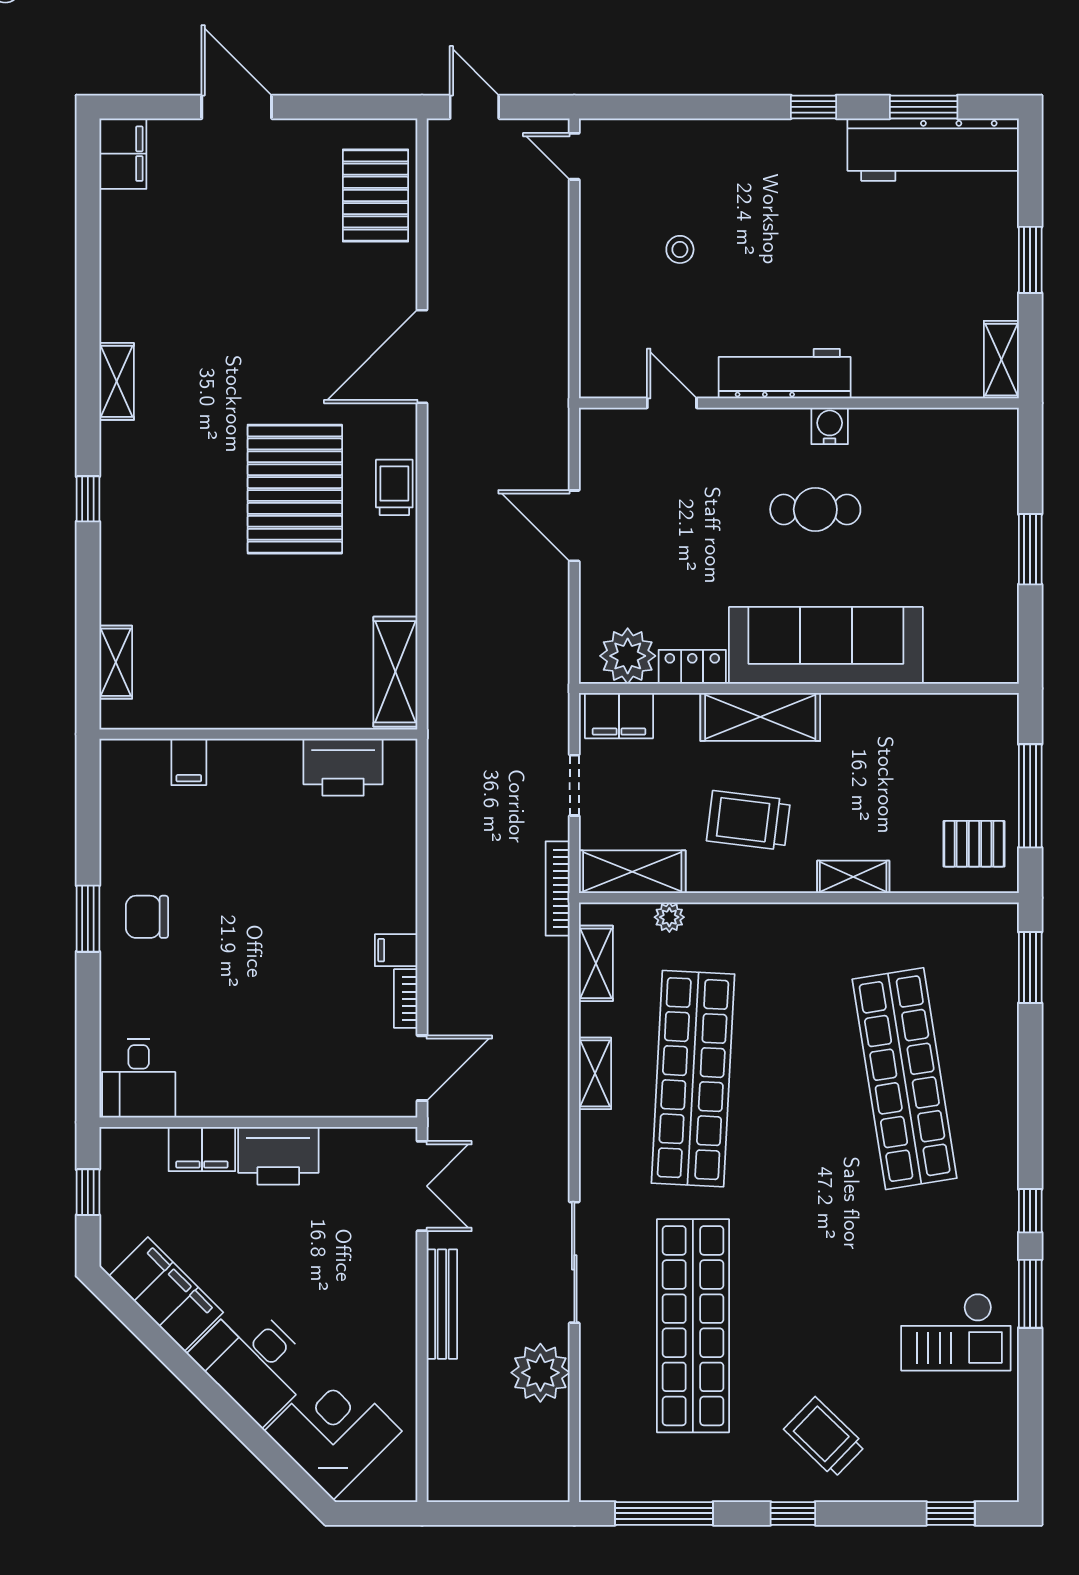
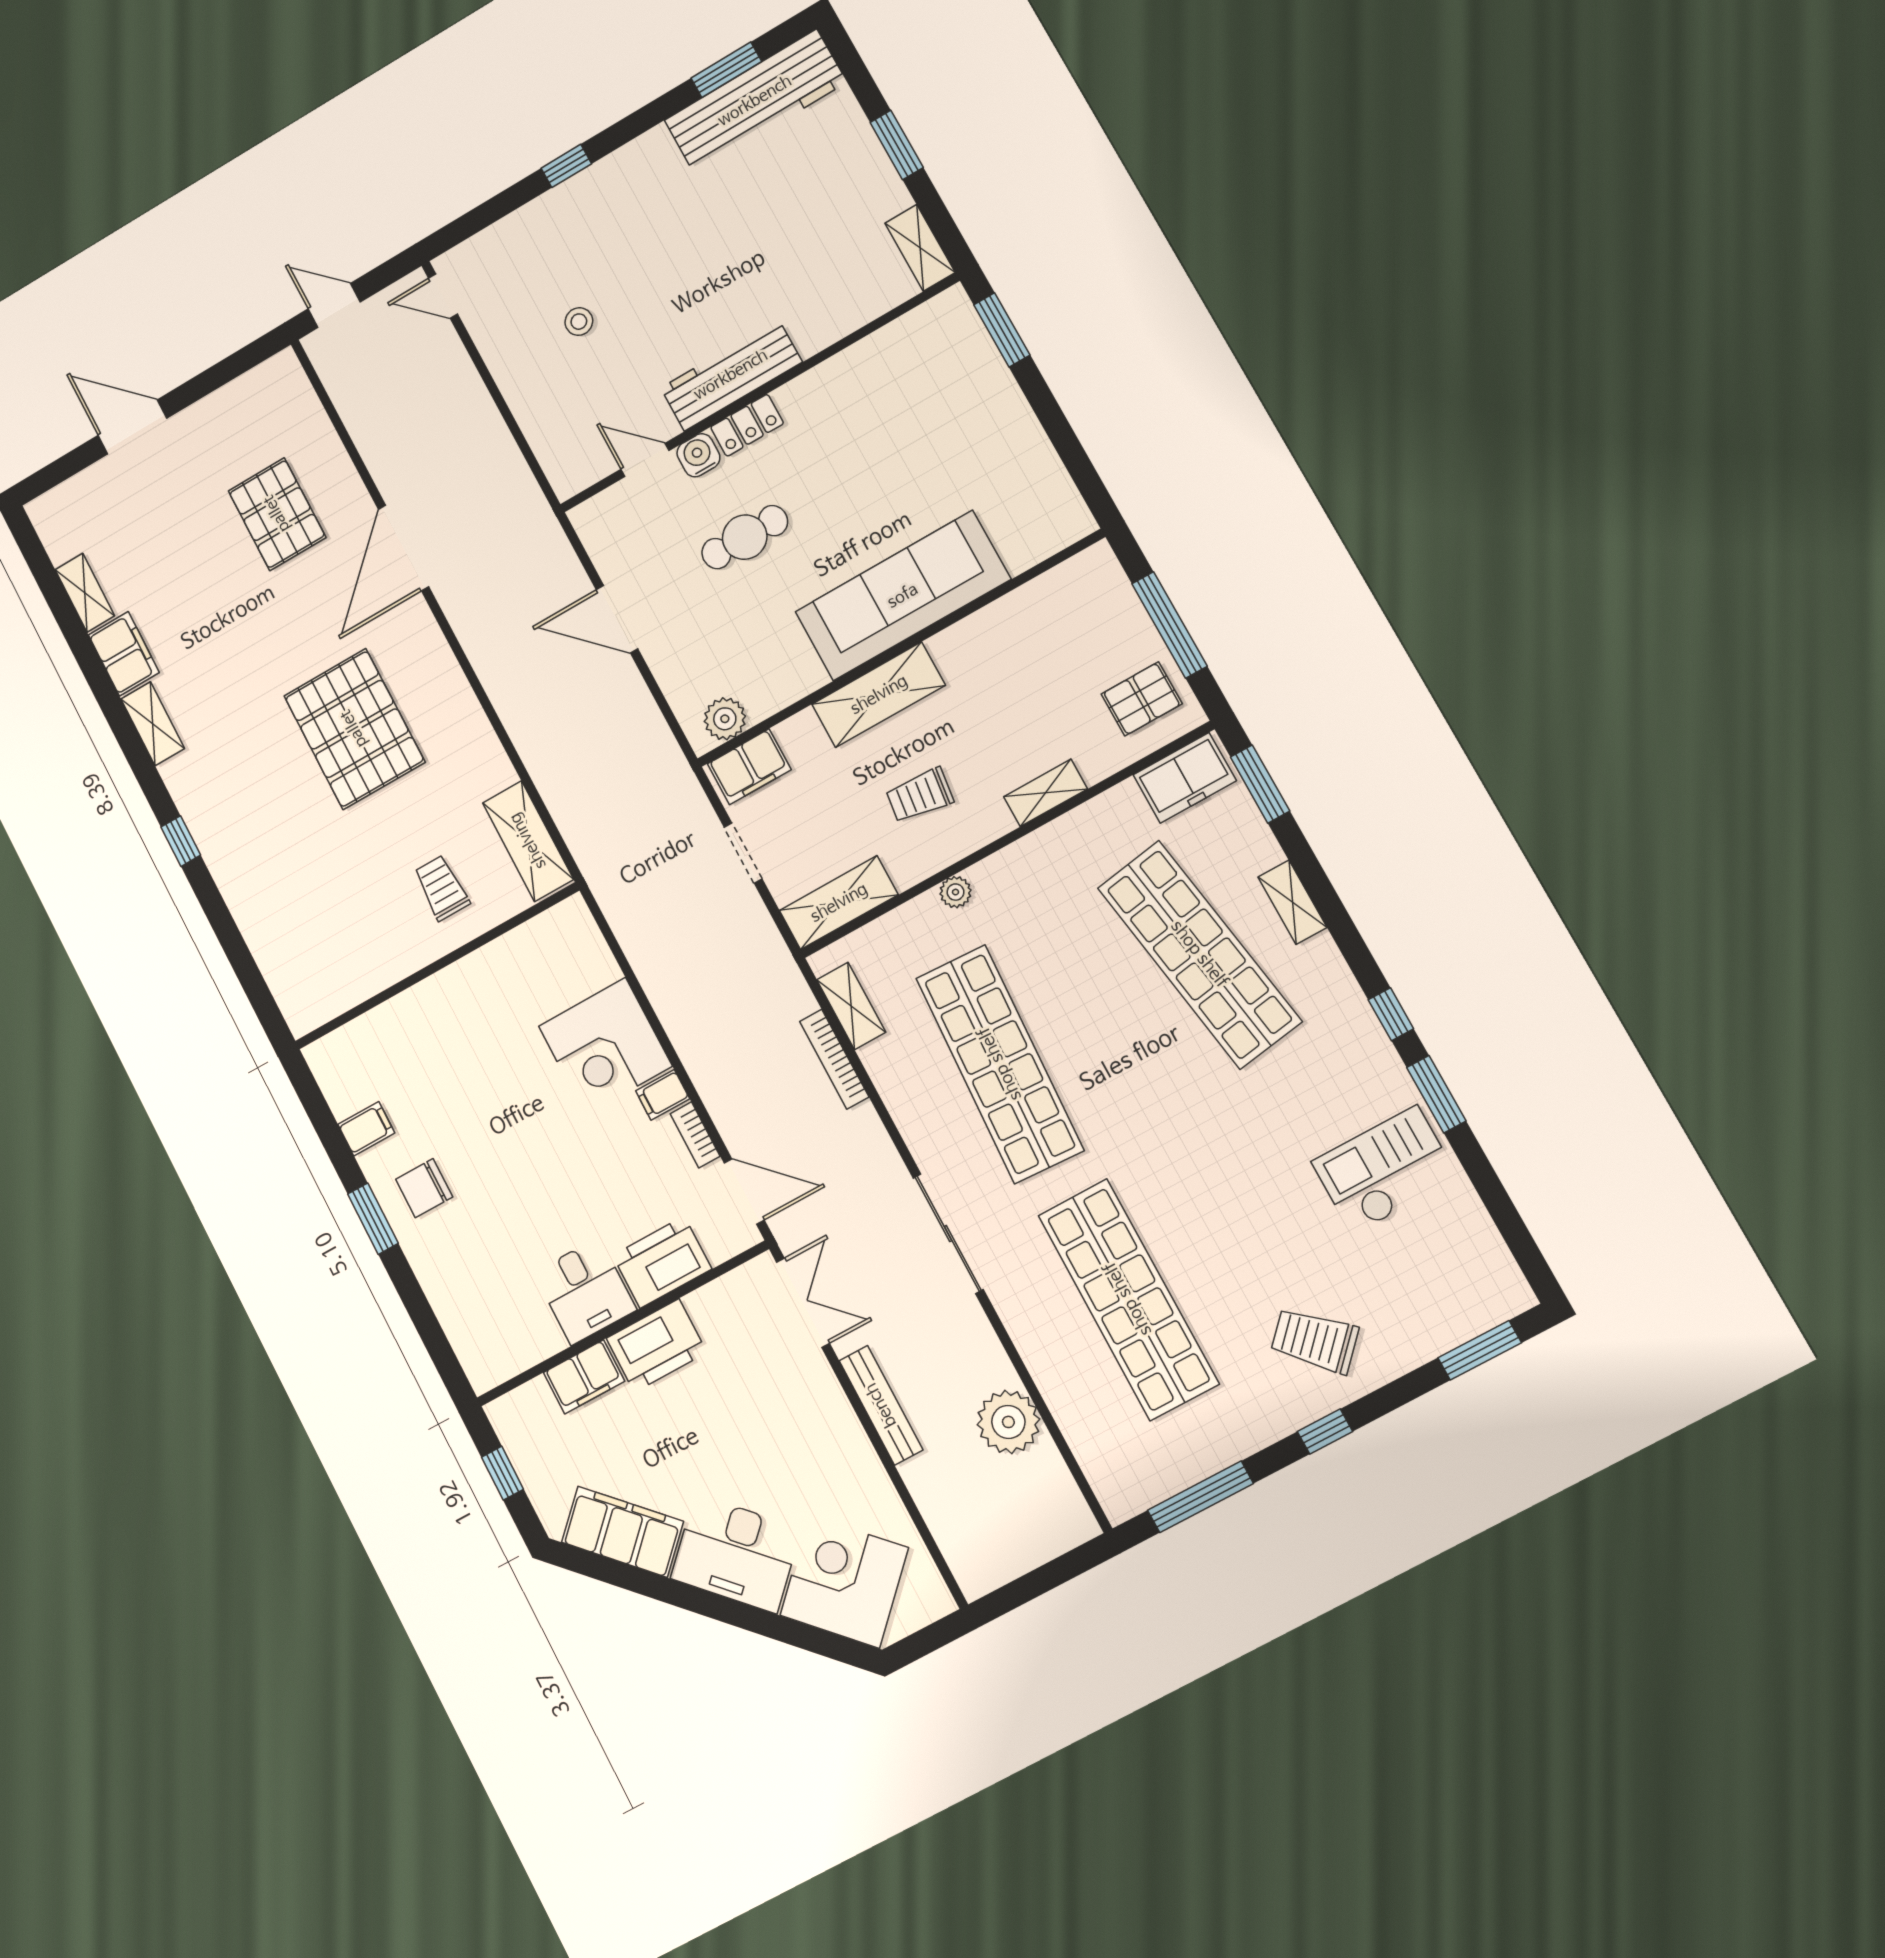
window: (814, 107) -> (566, 166), moved
filing cabinet: (123, 154) -> (124, 654), moved
pallet: (375, 195) -> (277, 514), moved
water cooler: (830, 426) -> (698, 455), moved
trolley: (394, 487) -> (442, 888), moved
cafe table: (815, 509) -> (745, 537), moved
window: (1030, 549) -> (1002, 330), moved
plant: (628, 656) -> (725, 719), width x0.73, depth x0.73
shelving: (116, 662) -> (85, 593), moved
locker: (692, 667) -> (747, 425), moved, turned 180
filing cabinet: (189, 762) -> (366, 1129), moved, turned -90
printer: (343, 767) -> (662, 1262), moved, turned 180
trolley: (748, 820) -> (920, 795), width x0.73, depth x0.72
corner desk: (369, 883) -> (605, 1046), added
bookcase: (558, 888) -> (834, 1059), moved
plant: (669, 917) -> (955, 892), moved
freezer: (973, 928) -> (1185, 778), added
door: (422, 1068) -> (744, 1191), hinge flipped
shelving: (595, 1073) -> (1292, 902), moved
desk: (139, 1078) -> (585, 1291), moved
sliding door: (574, 1262) -> (948, 1234), moved
checkout: (956, 1332) -> (1385, 1170), turned 180
window: (951, 1513) -> (1480, 1350), width x1.50

